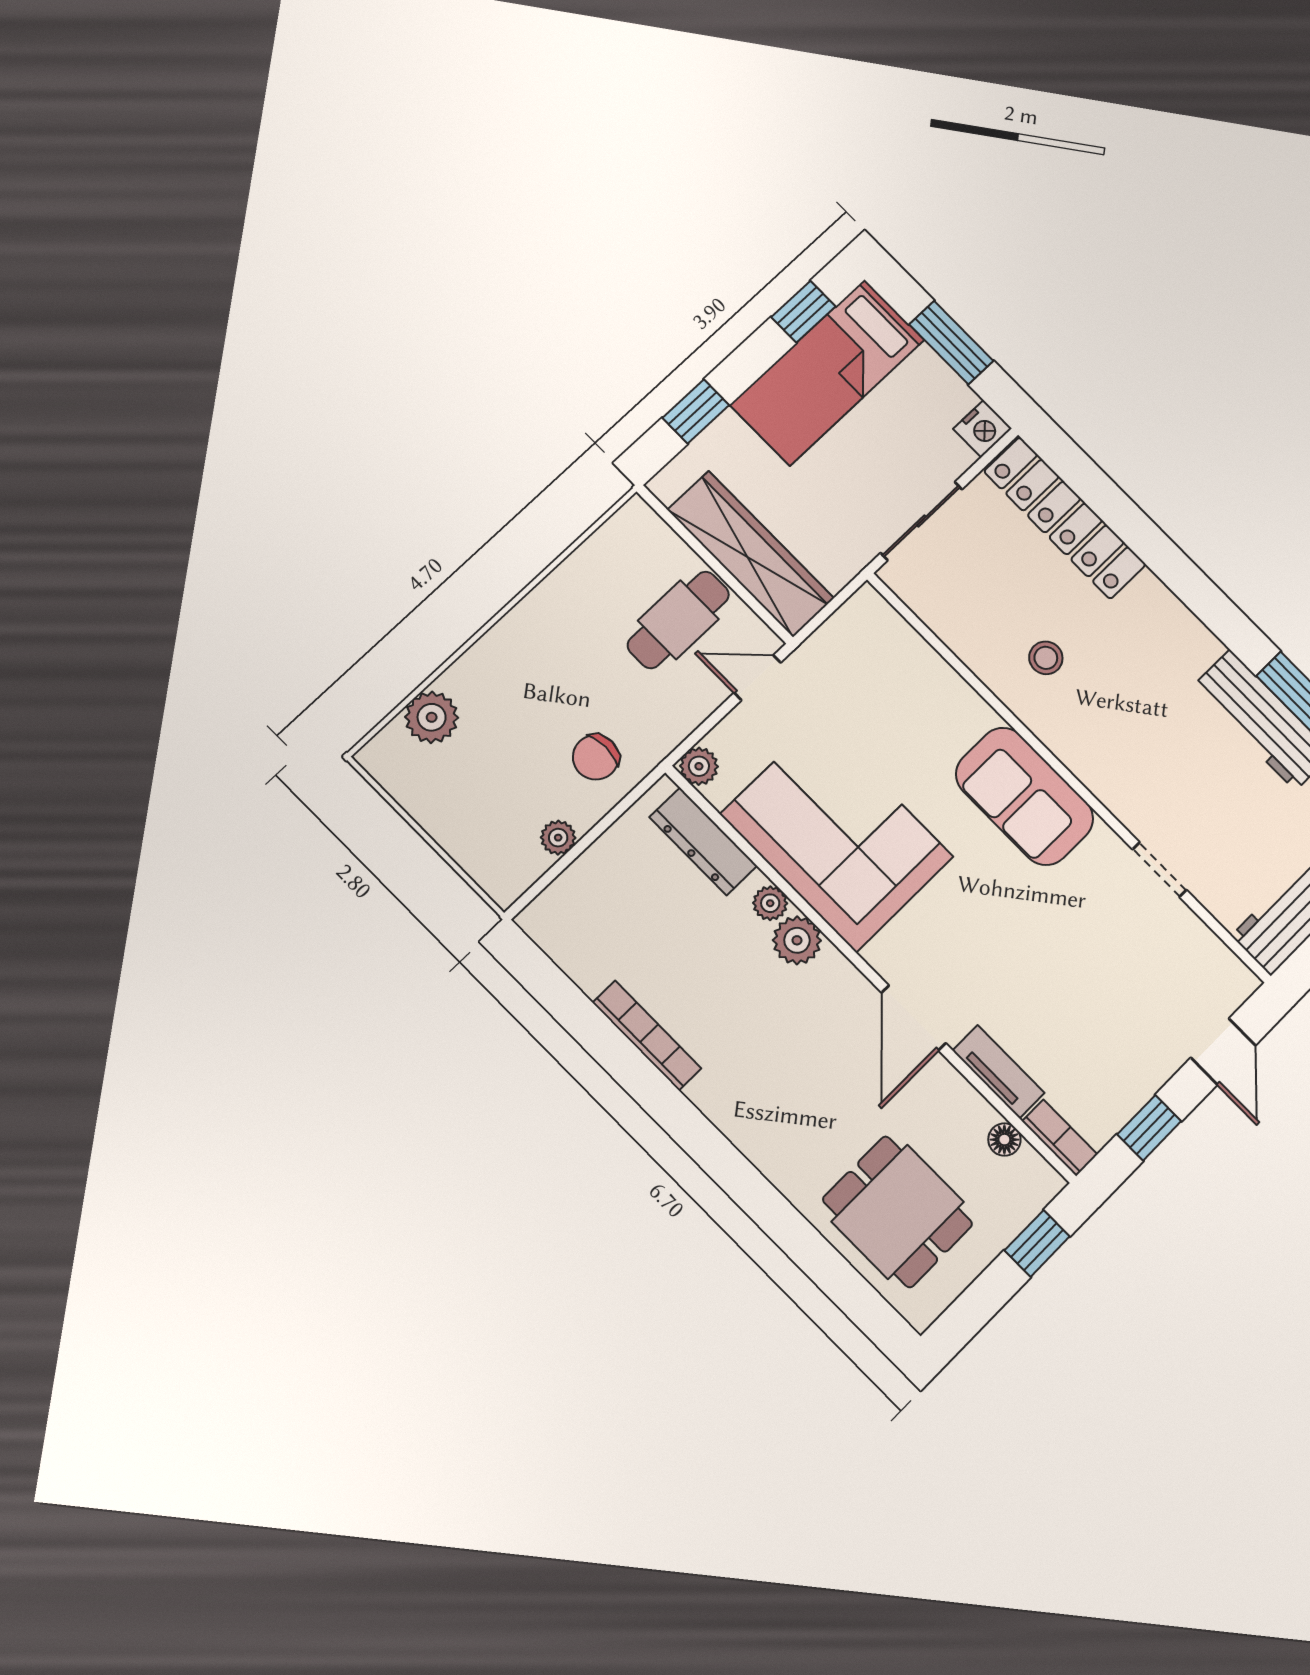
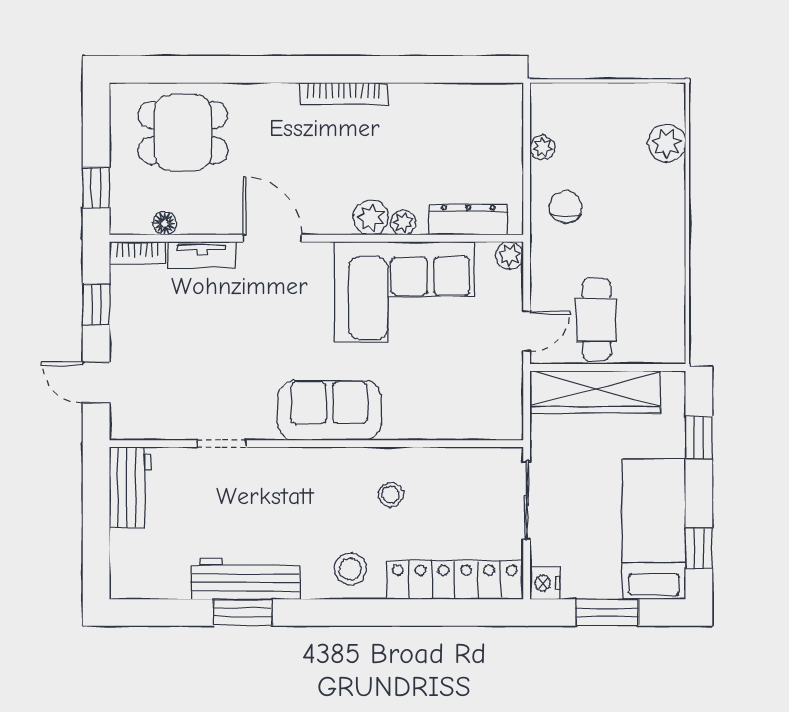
stool: (1154, 628) -> (350, 569), added
bookcase: (647, 1035) -> (344, 94), moved

